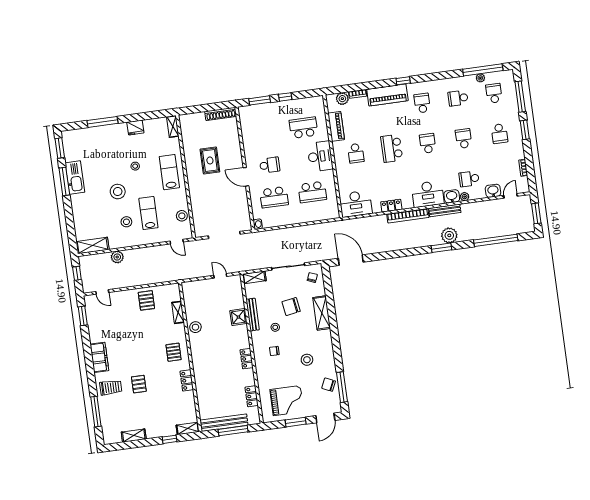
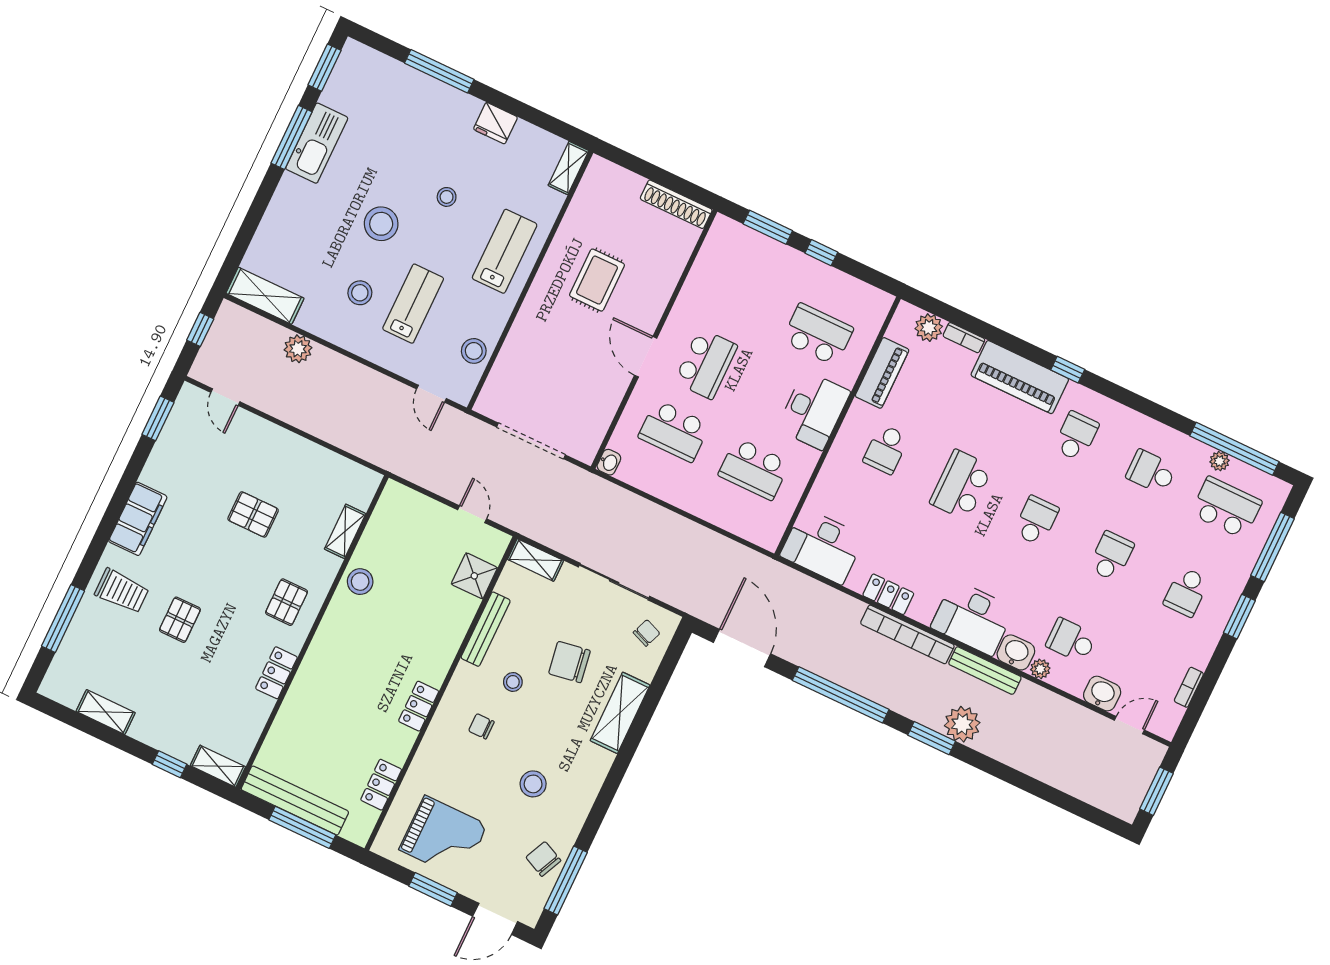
school desk: (494, 93) -> (1226, 508), width x1.85
school desk: (270, 165) -> (706, 364), width x1.85
window: (496, 240) -> (841, 695), moved
pallet: (146, 300) -> (253, 514), moved, turned 90
shower: (238, 317) -> (474, 576), moved

